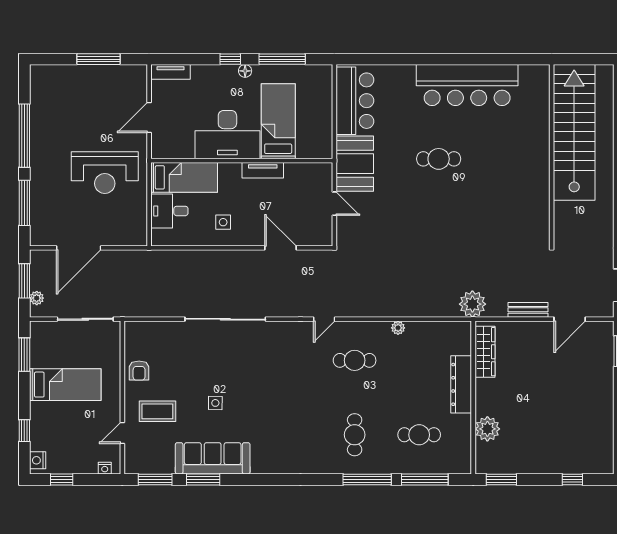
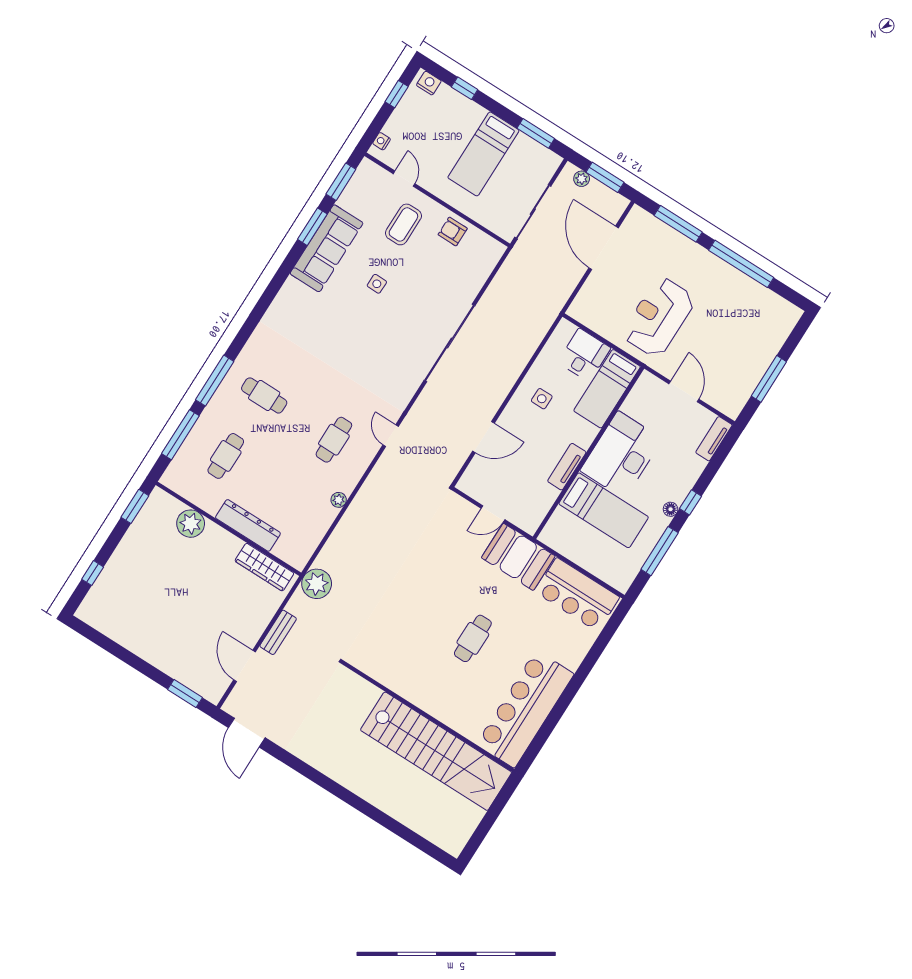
stairs: (574, 132) -> (436, 751), moved
wall: (552, 155) -> (428, 716), moved

